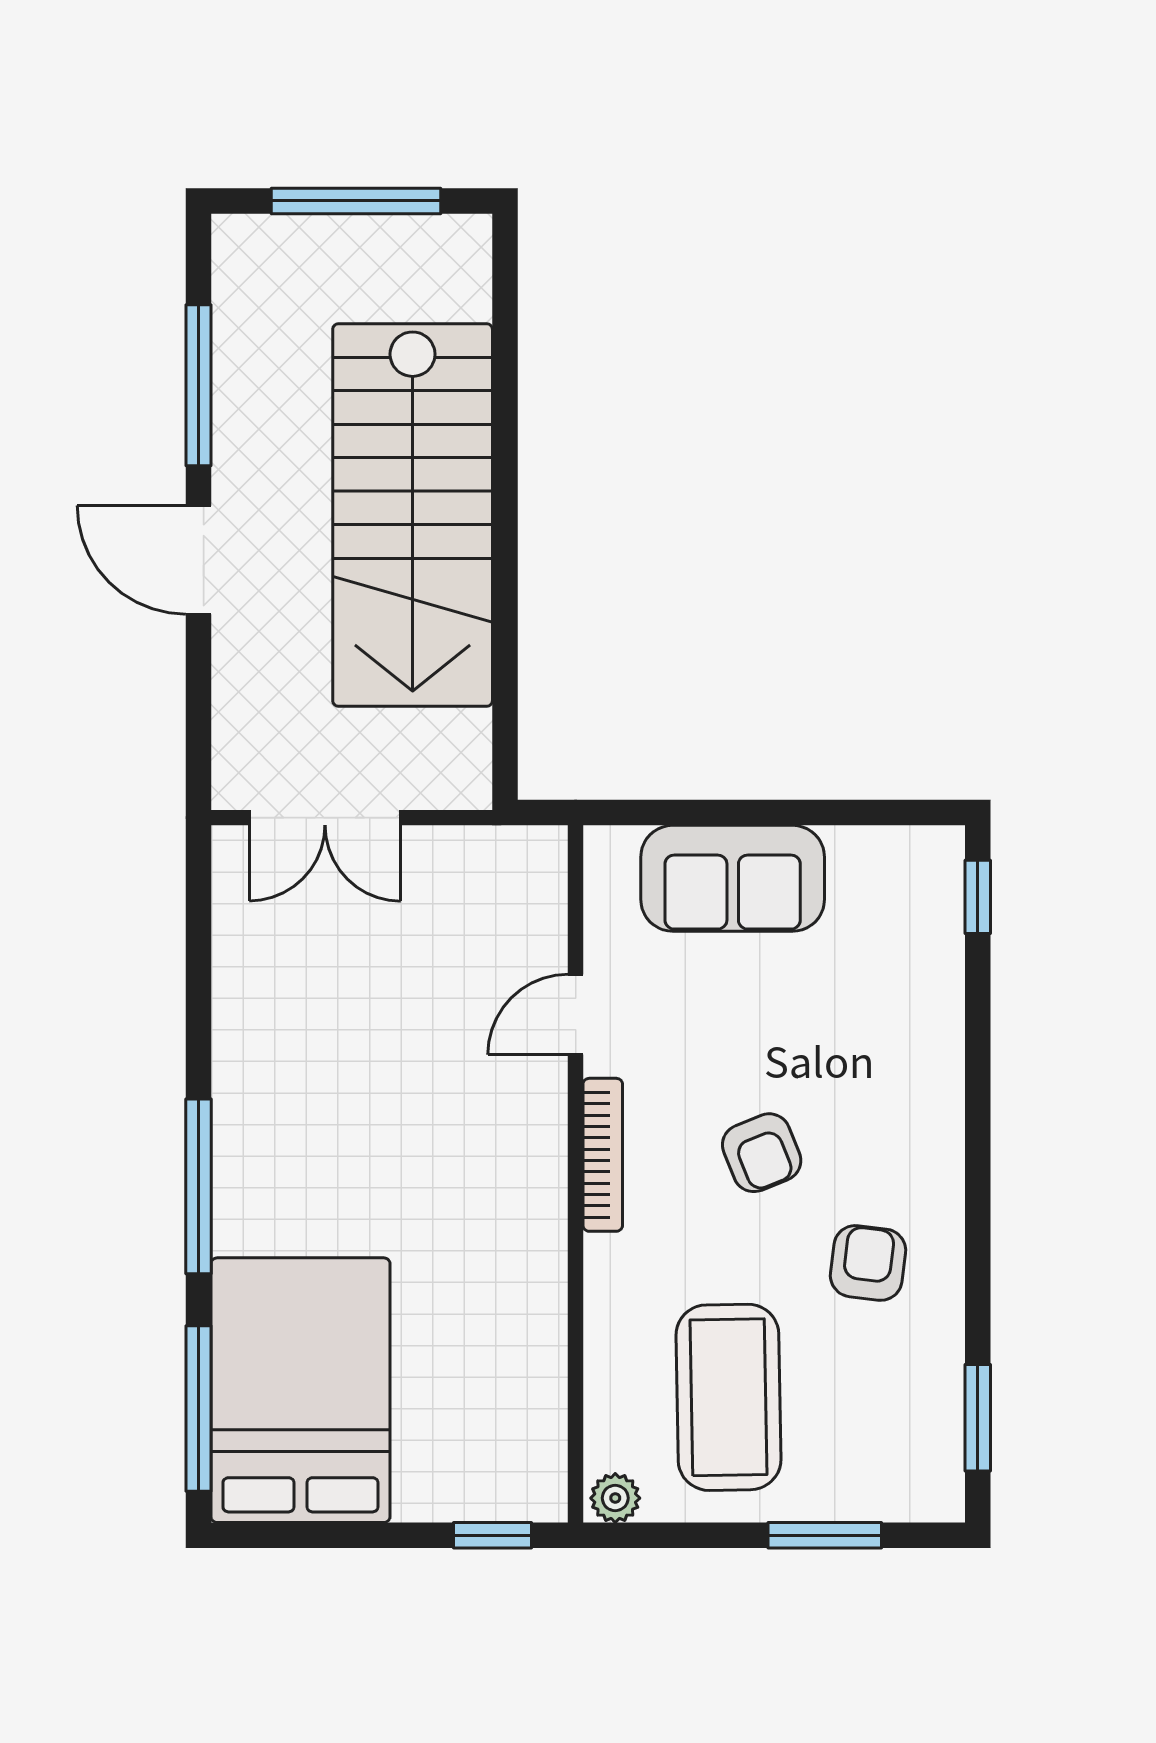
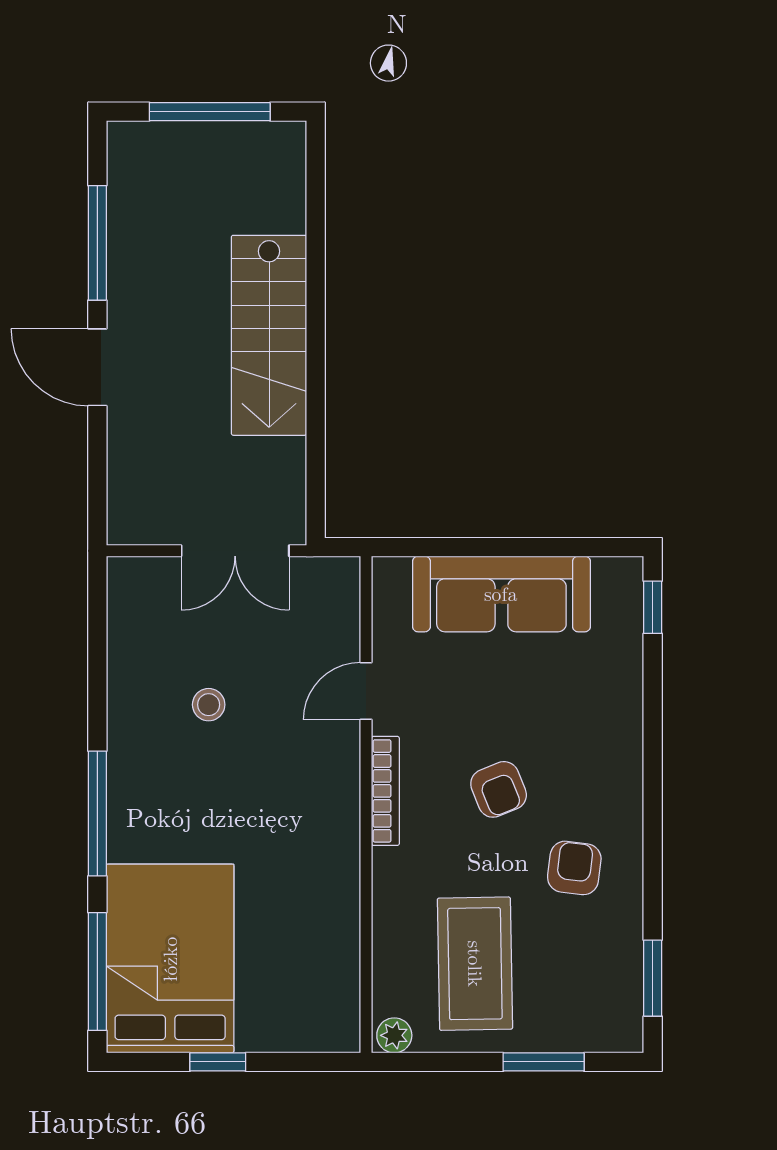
stairs: (413, 515) -> (269, 335), width x0.73, depth x0.66
double door: (325, 818) -> (235, 551), moved
sofa: (733, 878) -> (501, 594), width x1.36
stool: (355, 1034) -> (209, 705), added
window: (493, 1535) -> (218, 1062), moved

